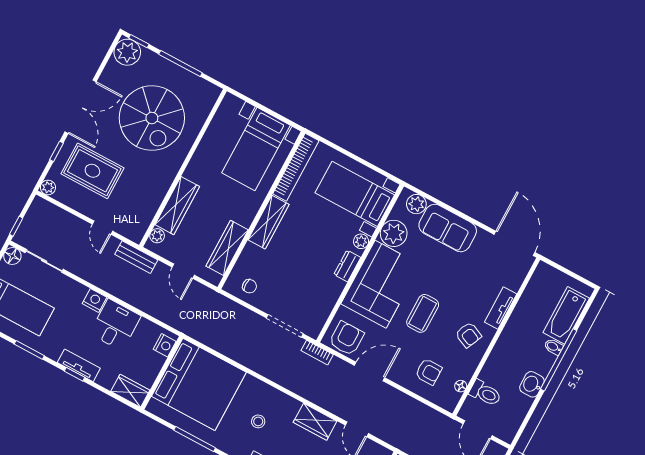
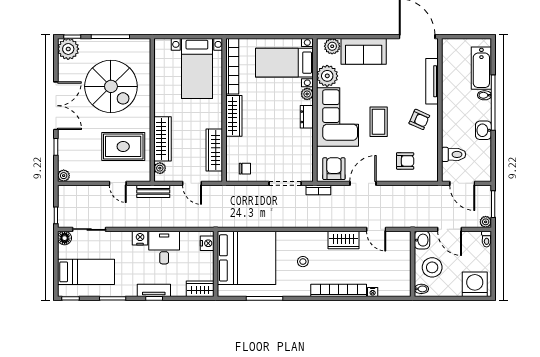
rug: (92, 171) -> (123, 146), moved
tv unit: (501, 308) -> (432, 81), width x1.41
floor lamp: (461, 386) -> (433, 159), removed

